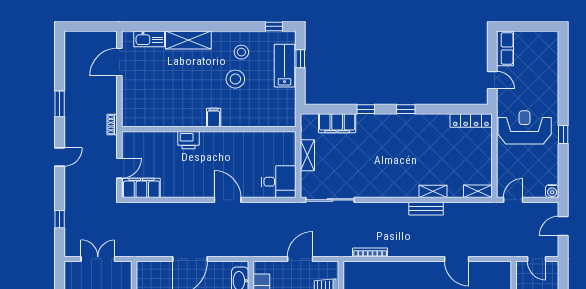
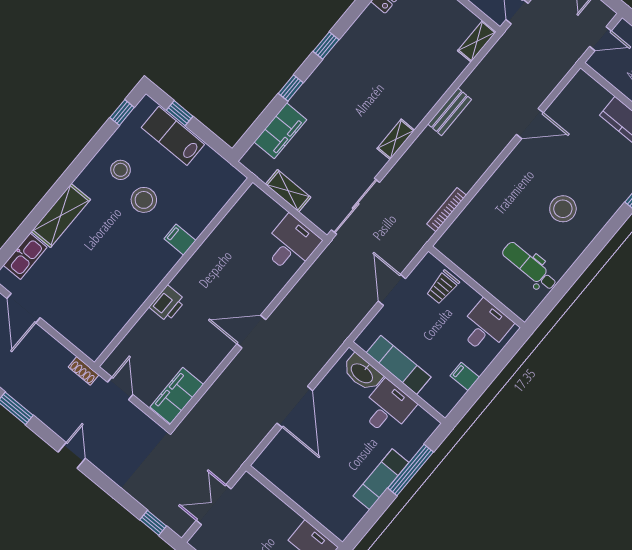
filing cabinet: (214, 117) -> (180, 240), moved
door: (119, 168) -> (120, 388), moved
shelving: (433, 191) -> (396, 139), moved
door: (228, 200) -> (251, 332), moved
window: (60, 219) -> (153, 523), moved

